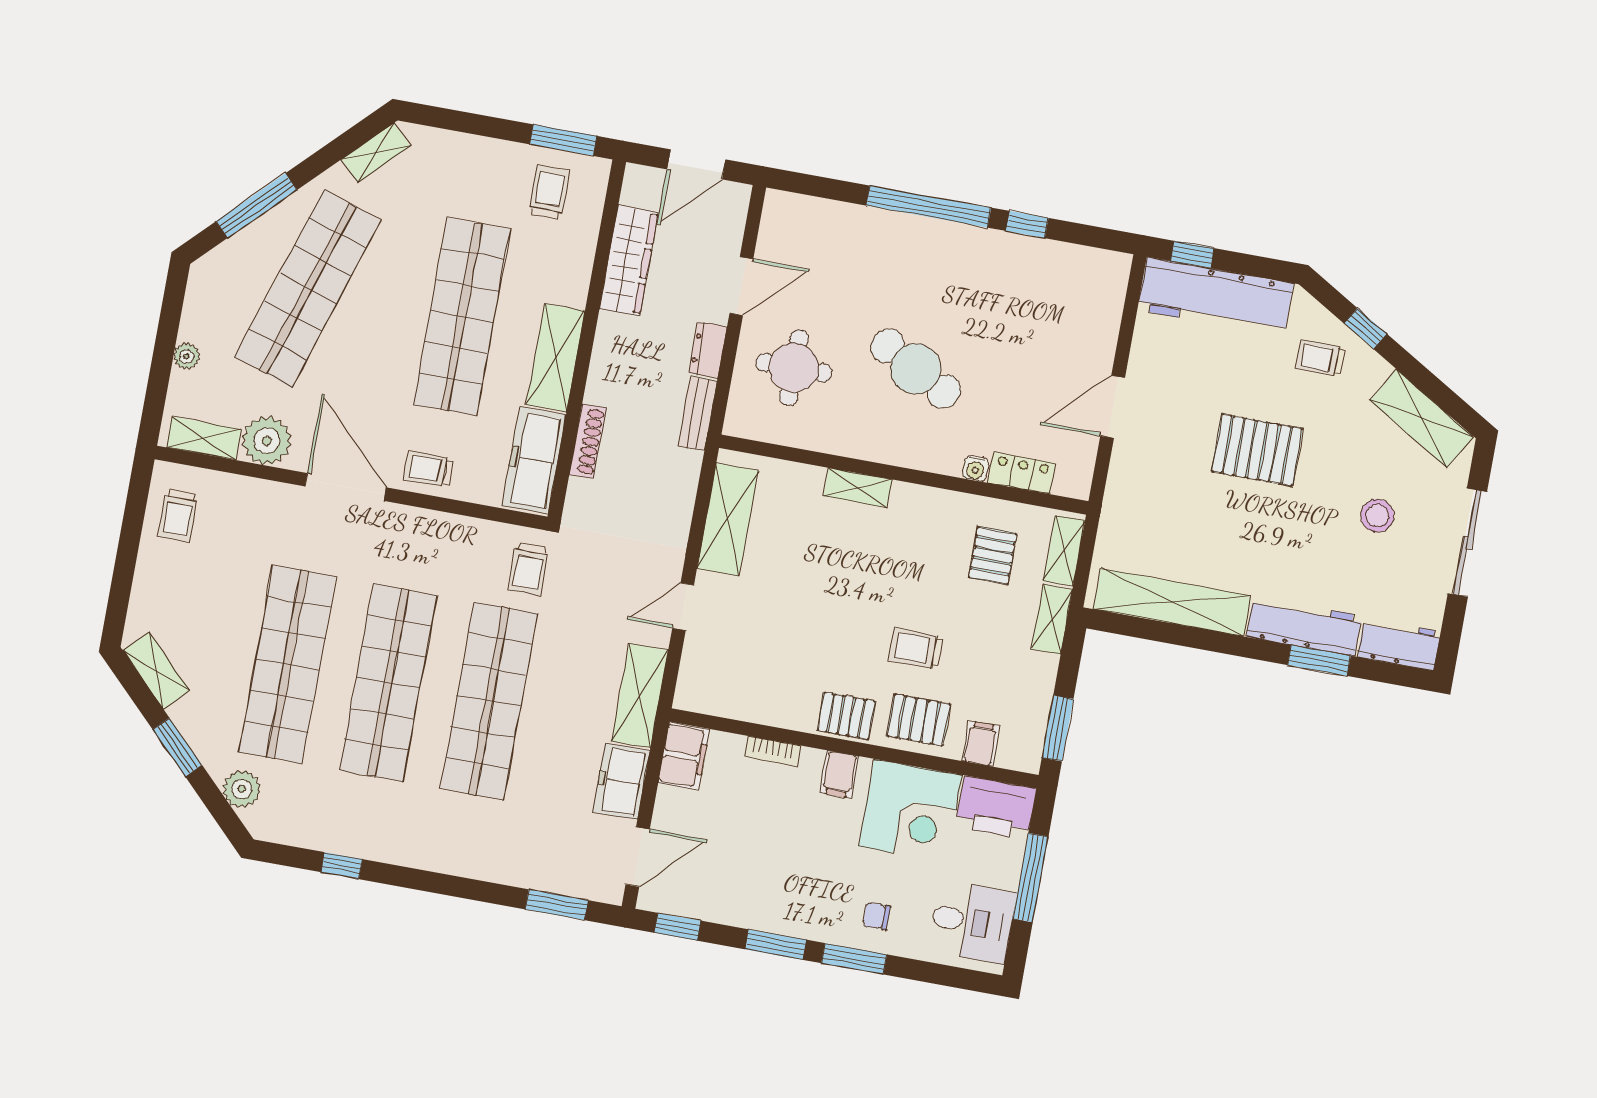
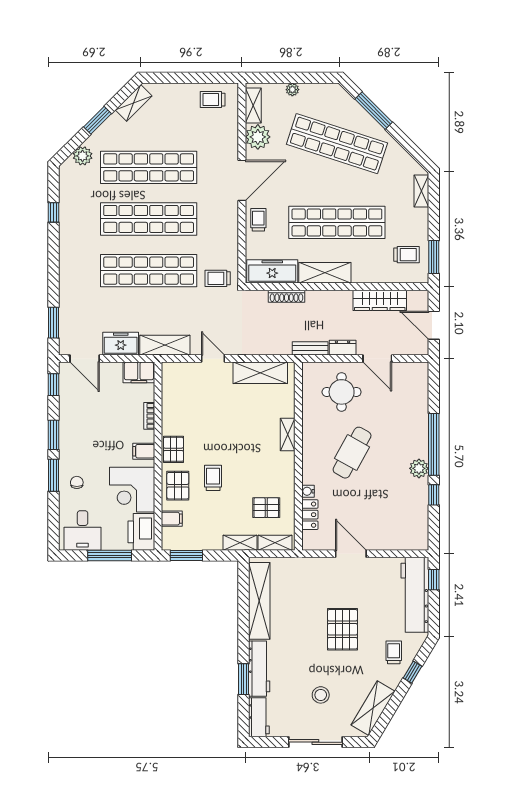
shelving: (376, 153) -> (421, 191), moved, turned 45
plant: (970, 244) -> (419, 468), added

